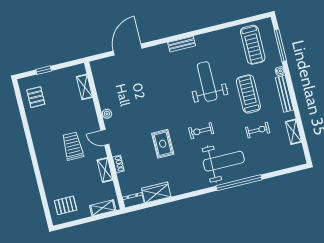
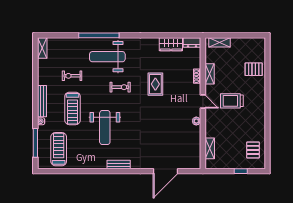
shelving: (294, 132) -> (42, 48), moved
trolley: (73, 146) -> (232, 101), turned 90
pallet: (66, 205) -> (254, 69), moved

